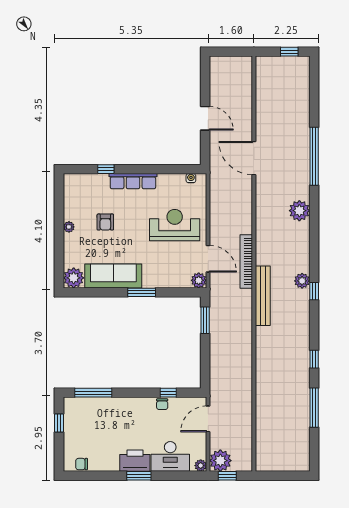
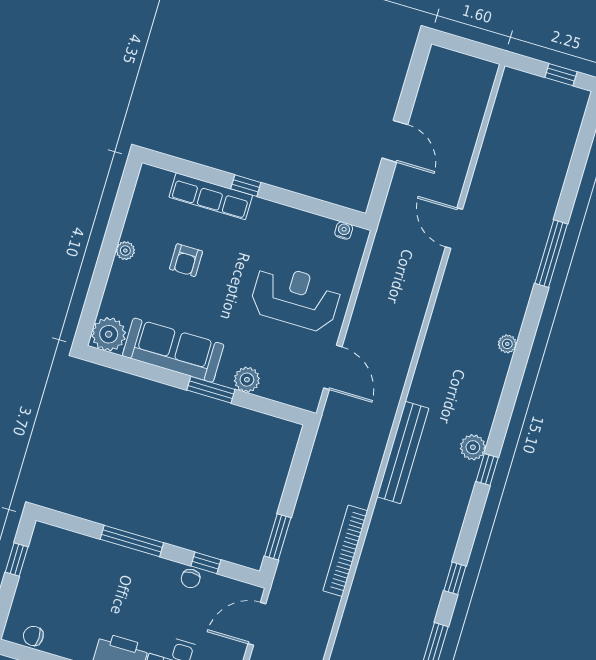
window: (314, 156) -> (551, 254), width x0.68
door: (254, 158) -> (454, 228), width x0.73
window: (106, 169) -> (246, 186), moved
row of seats: (133, 181) -> (211, 196), moved
plant: (299, 211) -> (507, 344), width x0.53, depth x0.53
bookcase: (246, 261) -> (345, 551), moved
plant: (199, 280) -> (247, 380), moved
window: (205, 320) -> (278, 537), moved
window: (93, 393) -> (132, 541), moved

